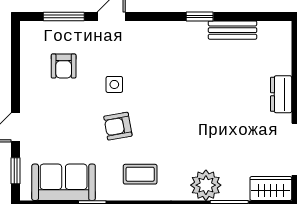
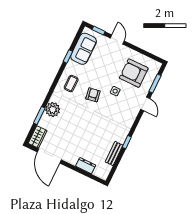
armchair: (64, 66) -> (134, 73), width x1.88, depth x1.88
dresser: (281, 94) -> (86, 166), moved
armchair: (118, 126) -> (93, 95), moved

